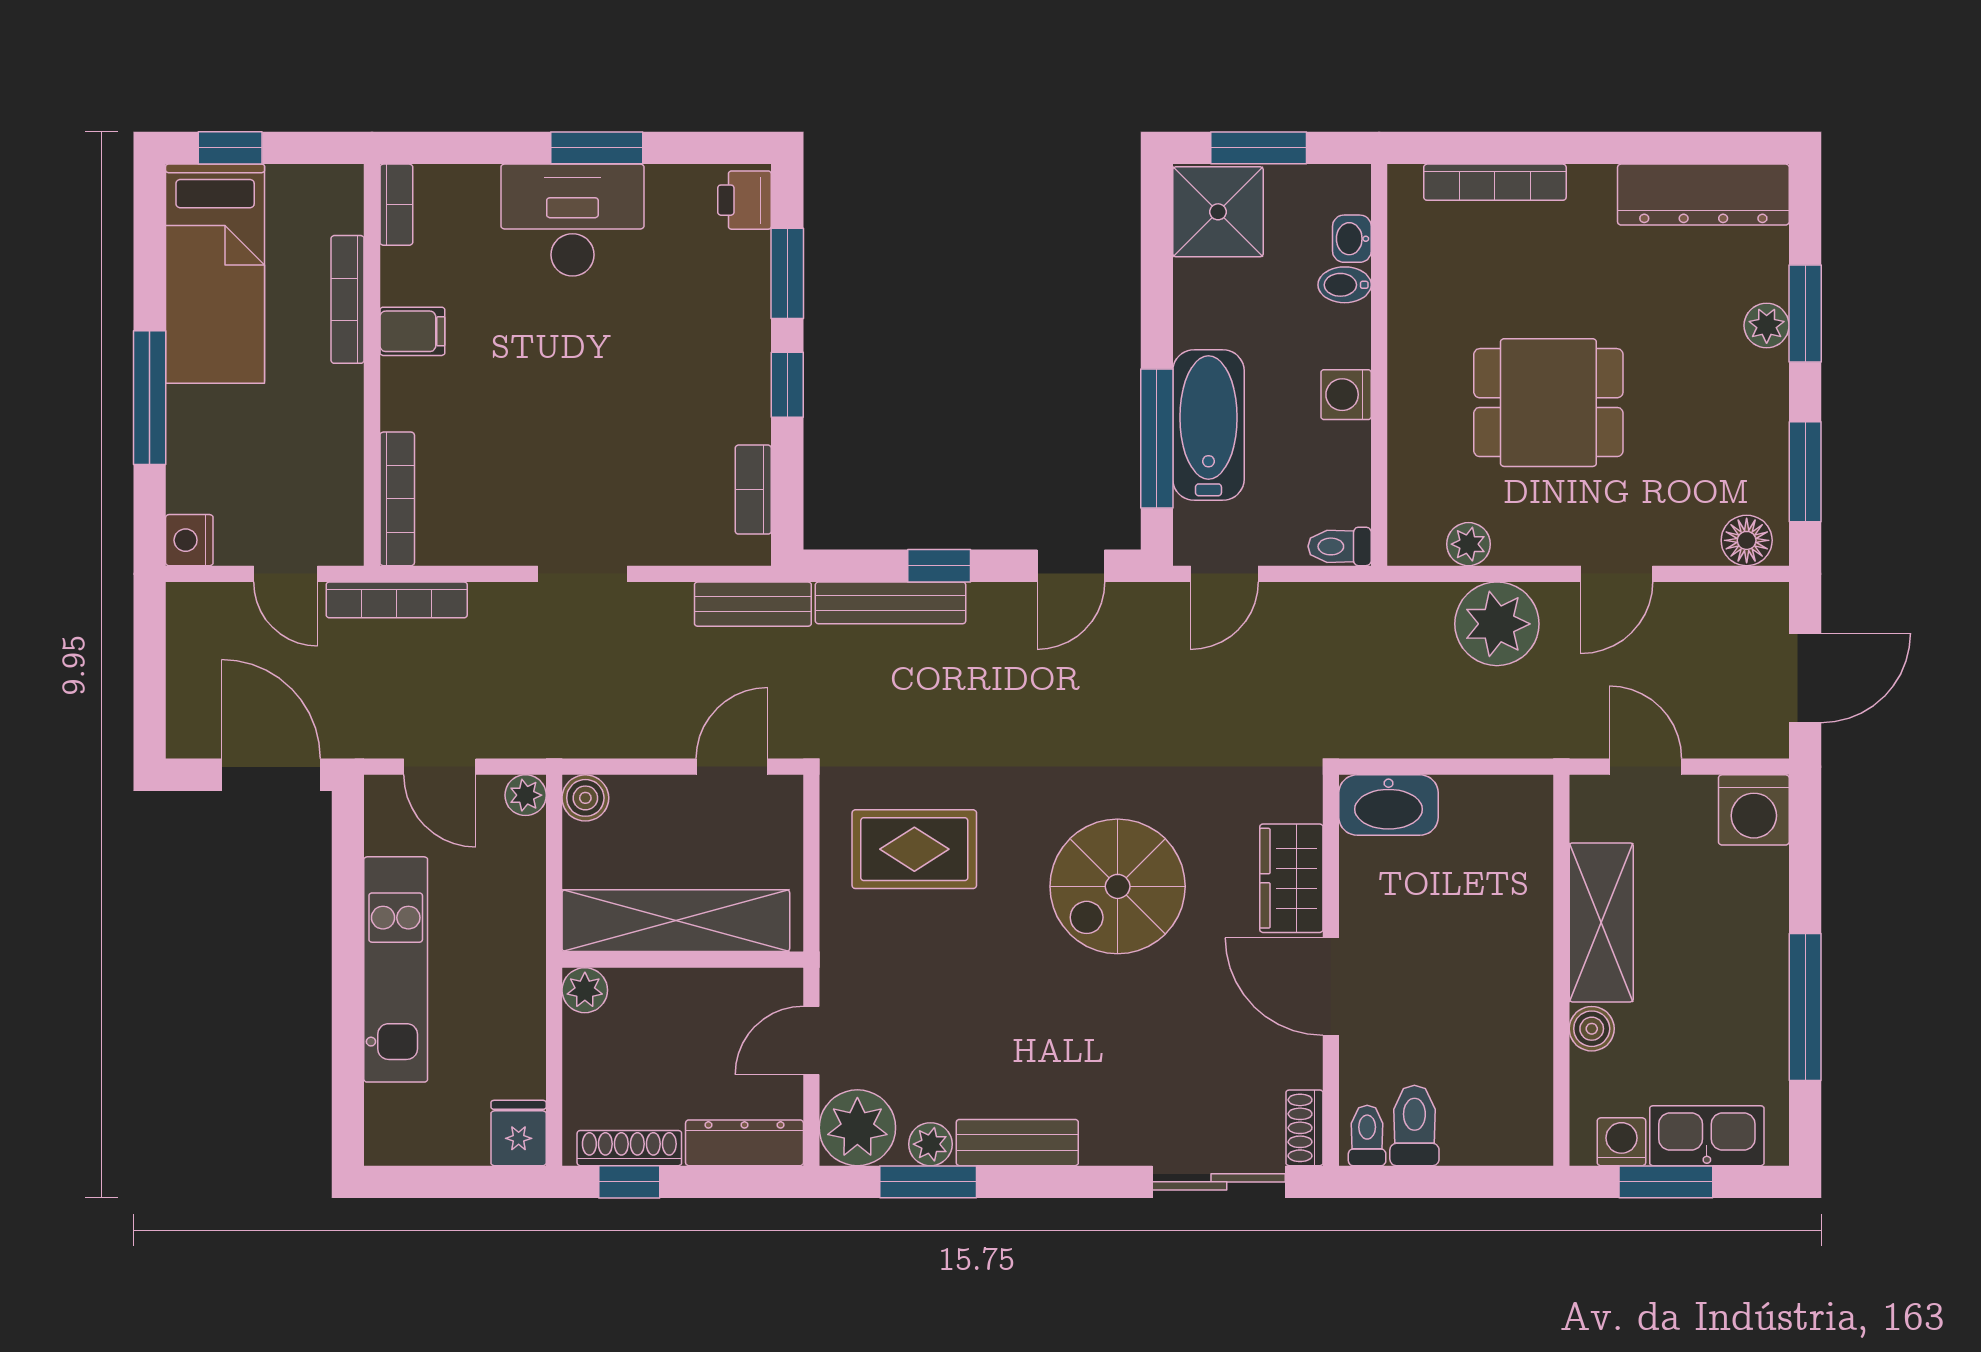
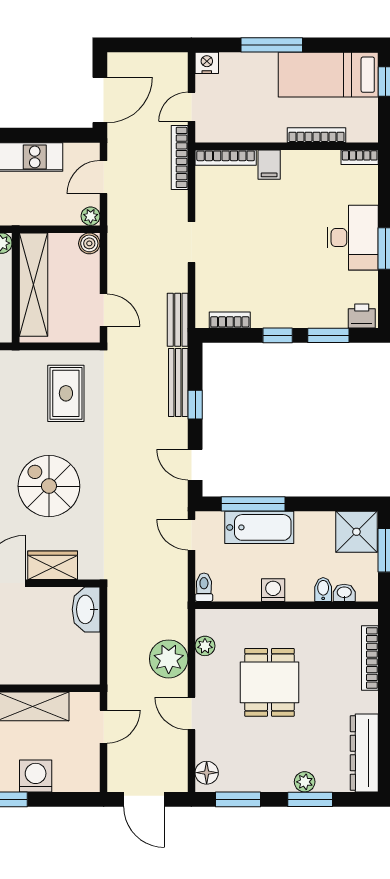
filing cabinet: (412, 331) -> (269, 165), moved
washing machine: (1754, 810) -> (36, 776), moved, turned 90

